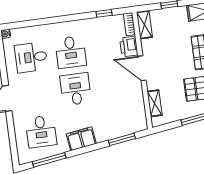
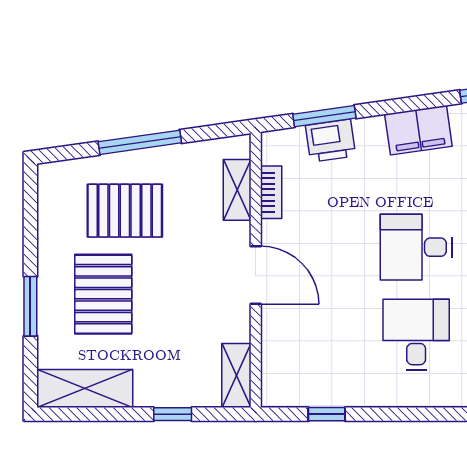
bookcase: (129, 24) -> (271, 192), moved
printer: (129, 46) -> (331, 141), moved, turned 82
desk: (76, 89) -> (416, 247), turned 90

